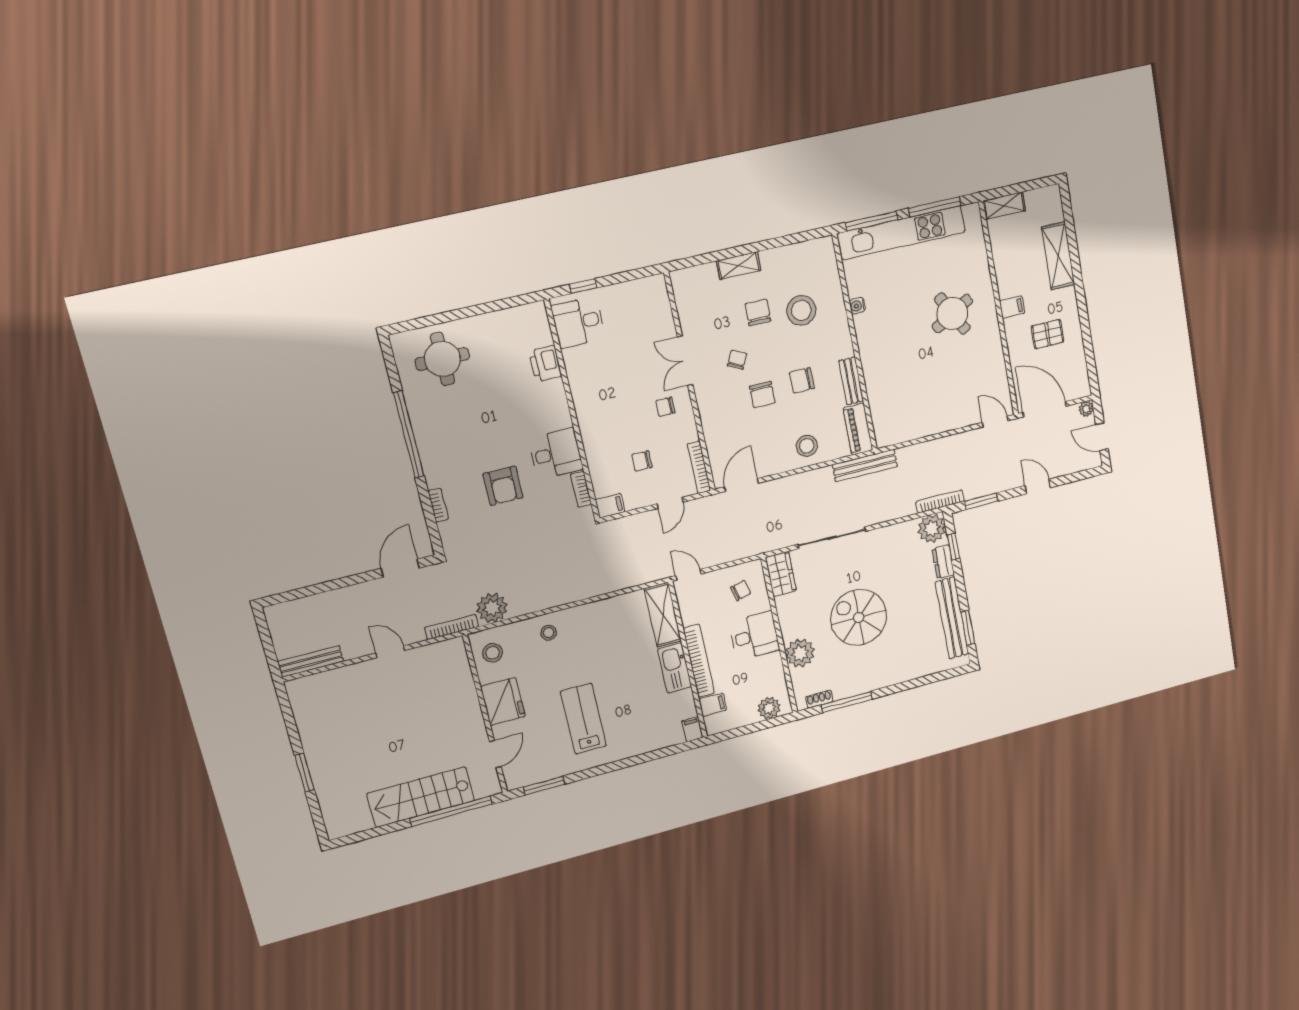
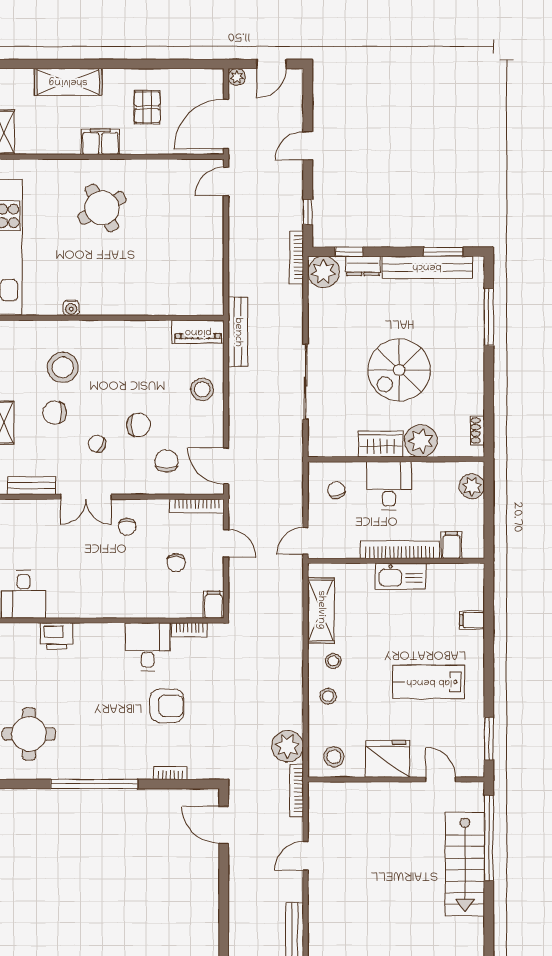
filing cabinet: (1012, 307) -> (100, 142), width x2.00
chair: (802, 380) -> (167, 461), moved, turned 180
bench: (851, 381) -> (32, 485), moved
window: (981, 501) -> (308, 212), width x0.67
wardrobe: (781, 574) -> (381, 444), moved
shelving: (663, 615) -> (321, 610), moved, turned 90
stool: (583, 629) -> (333, 661), added
window: (847, 702) -> (489, 317), moved
filing cabinet: (692, 729) -> (472, 620), moved

